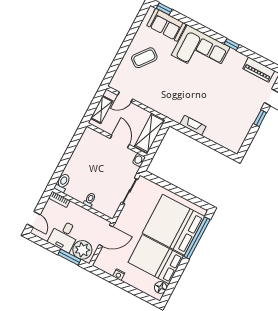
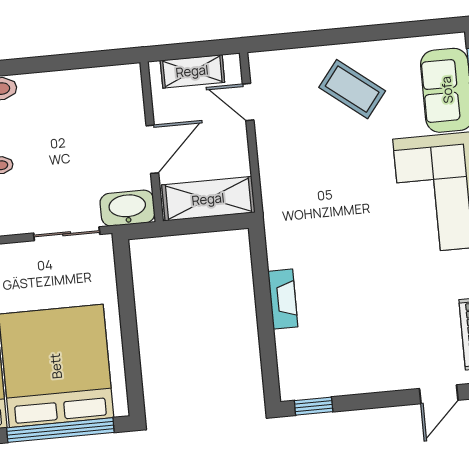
window: (260, 118) -> (314, 406), moved
fireplace: (193, 125) -> (283, 299), moved
washbasin: (139, 160) -> (127, 208), width x1.91, depth x1.45

